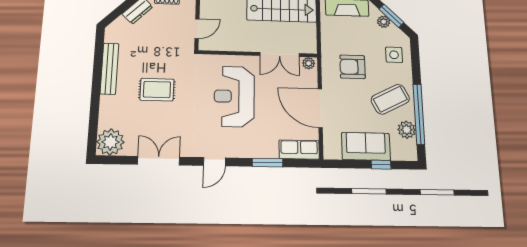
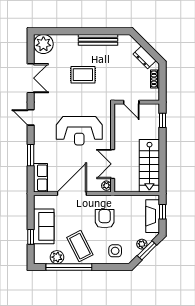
rug: (157, 90) -> (83, 75), turned 90
reception desk: (234, 96) -> (79, 131), turned 180

